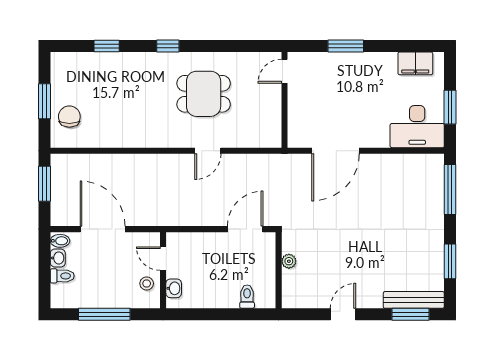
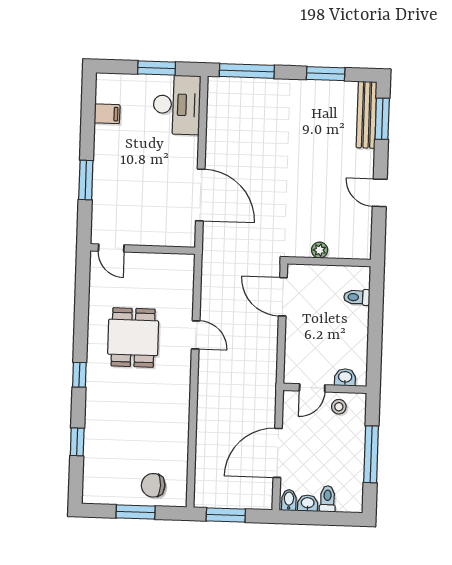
filing cabinet: (415, 63) -> (107, 114), width x0.50

